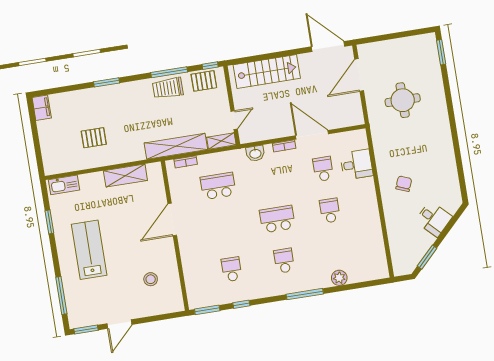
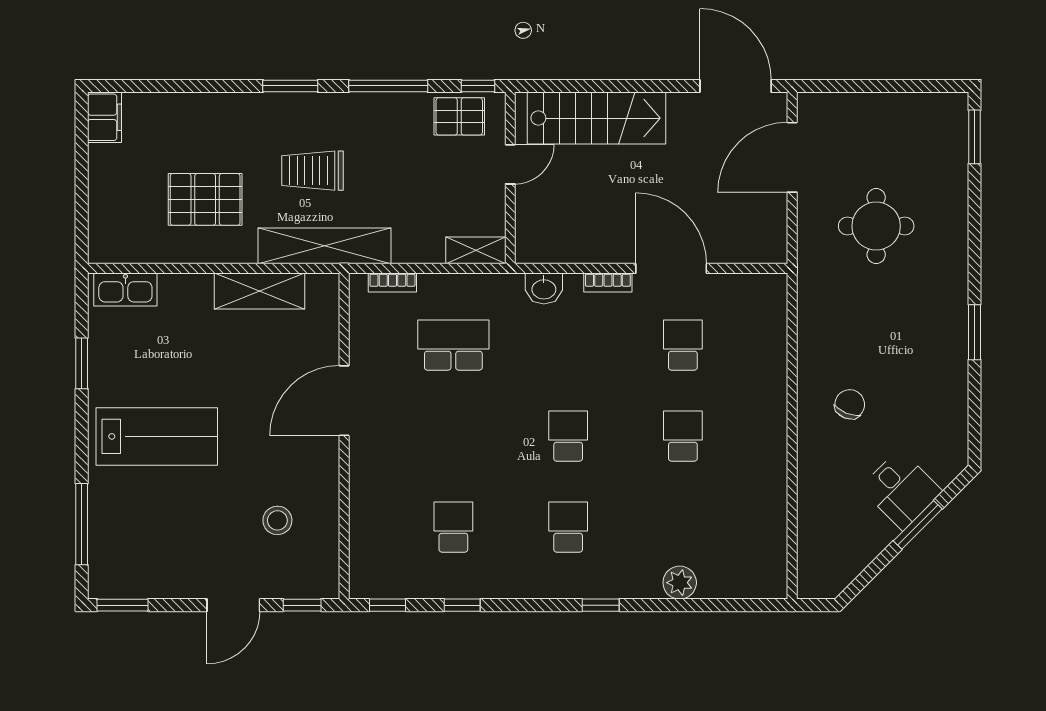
window: (107, 82) -> (290, 86), moved
trolley: (168, 88) -> (313, 171), moved
door: (234, 120) -> (510, 164), moved
pallet: (94, 138) -> (205, 199), width x1.50, depth x1.42
window: (456, 141) -> (975, 332), added
shelving: (176, 146) -> (324, 246), moved
desk: (357, 164) -> (756, 347), removed
school desk: (277, 219) -> (568, 436), width x0.54
lab bench: (89, 250) -> (157, 436), turned 90
window: (427, 257) -> (918, 525), moved
window: (305, 294) -> (601, 605), width x0.46
window: (207, 310) -> (387, 605), width x0.67
window: (168, 316) -> (302, 605), added
door: (119, 324) -> (233, 605), moved

